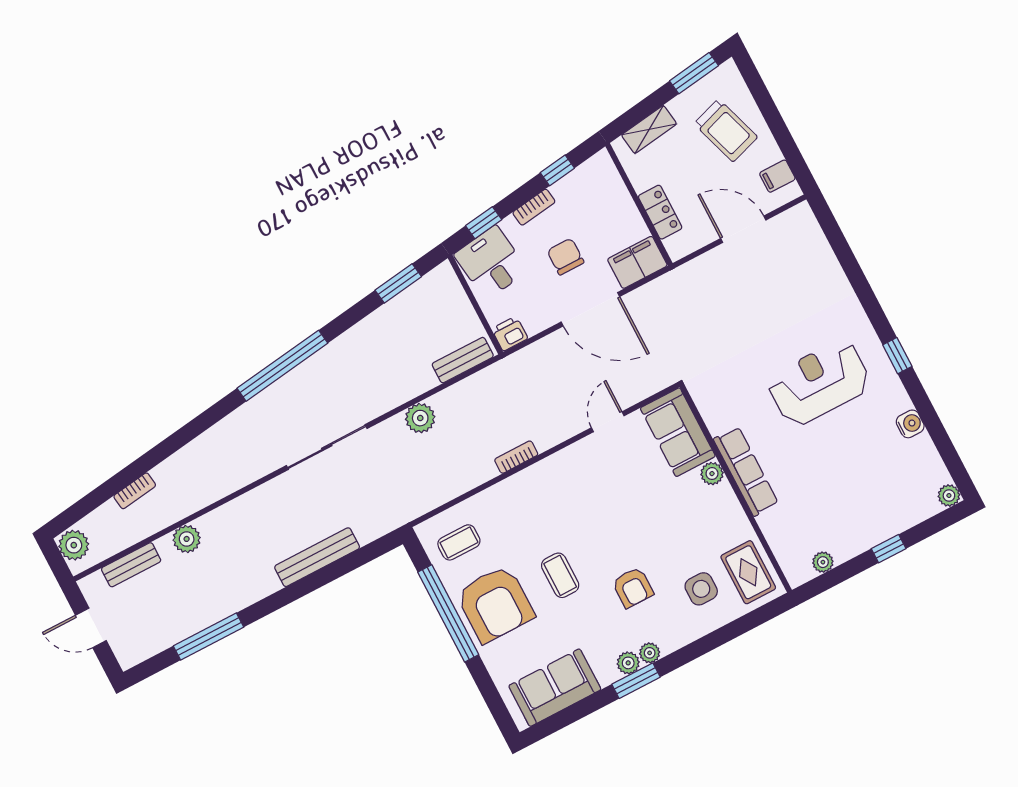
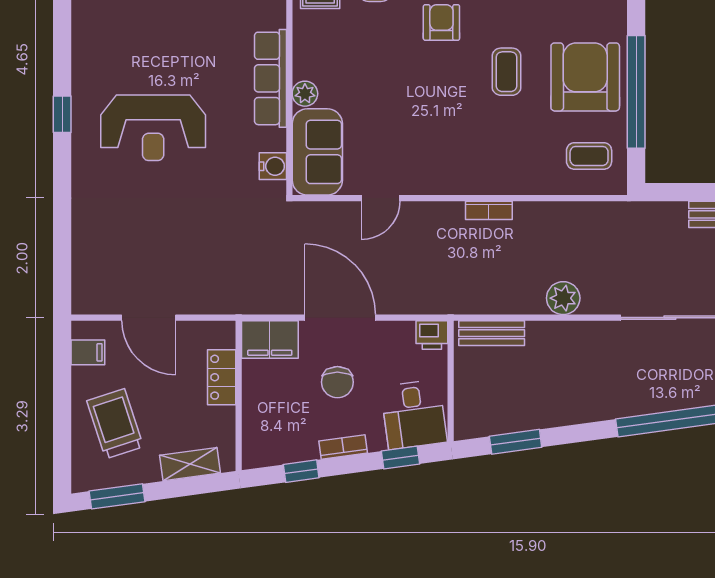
water cooler: (910, 424) -> (273, 166), moved, turned 180

